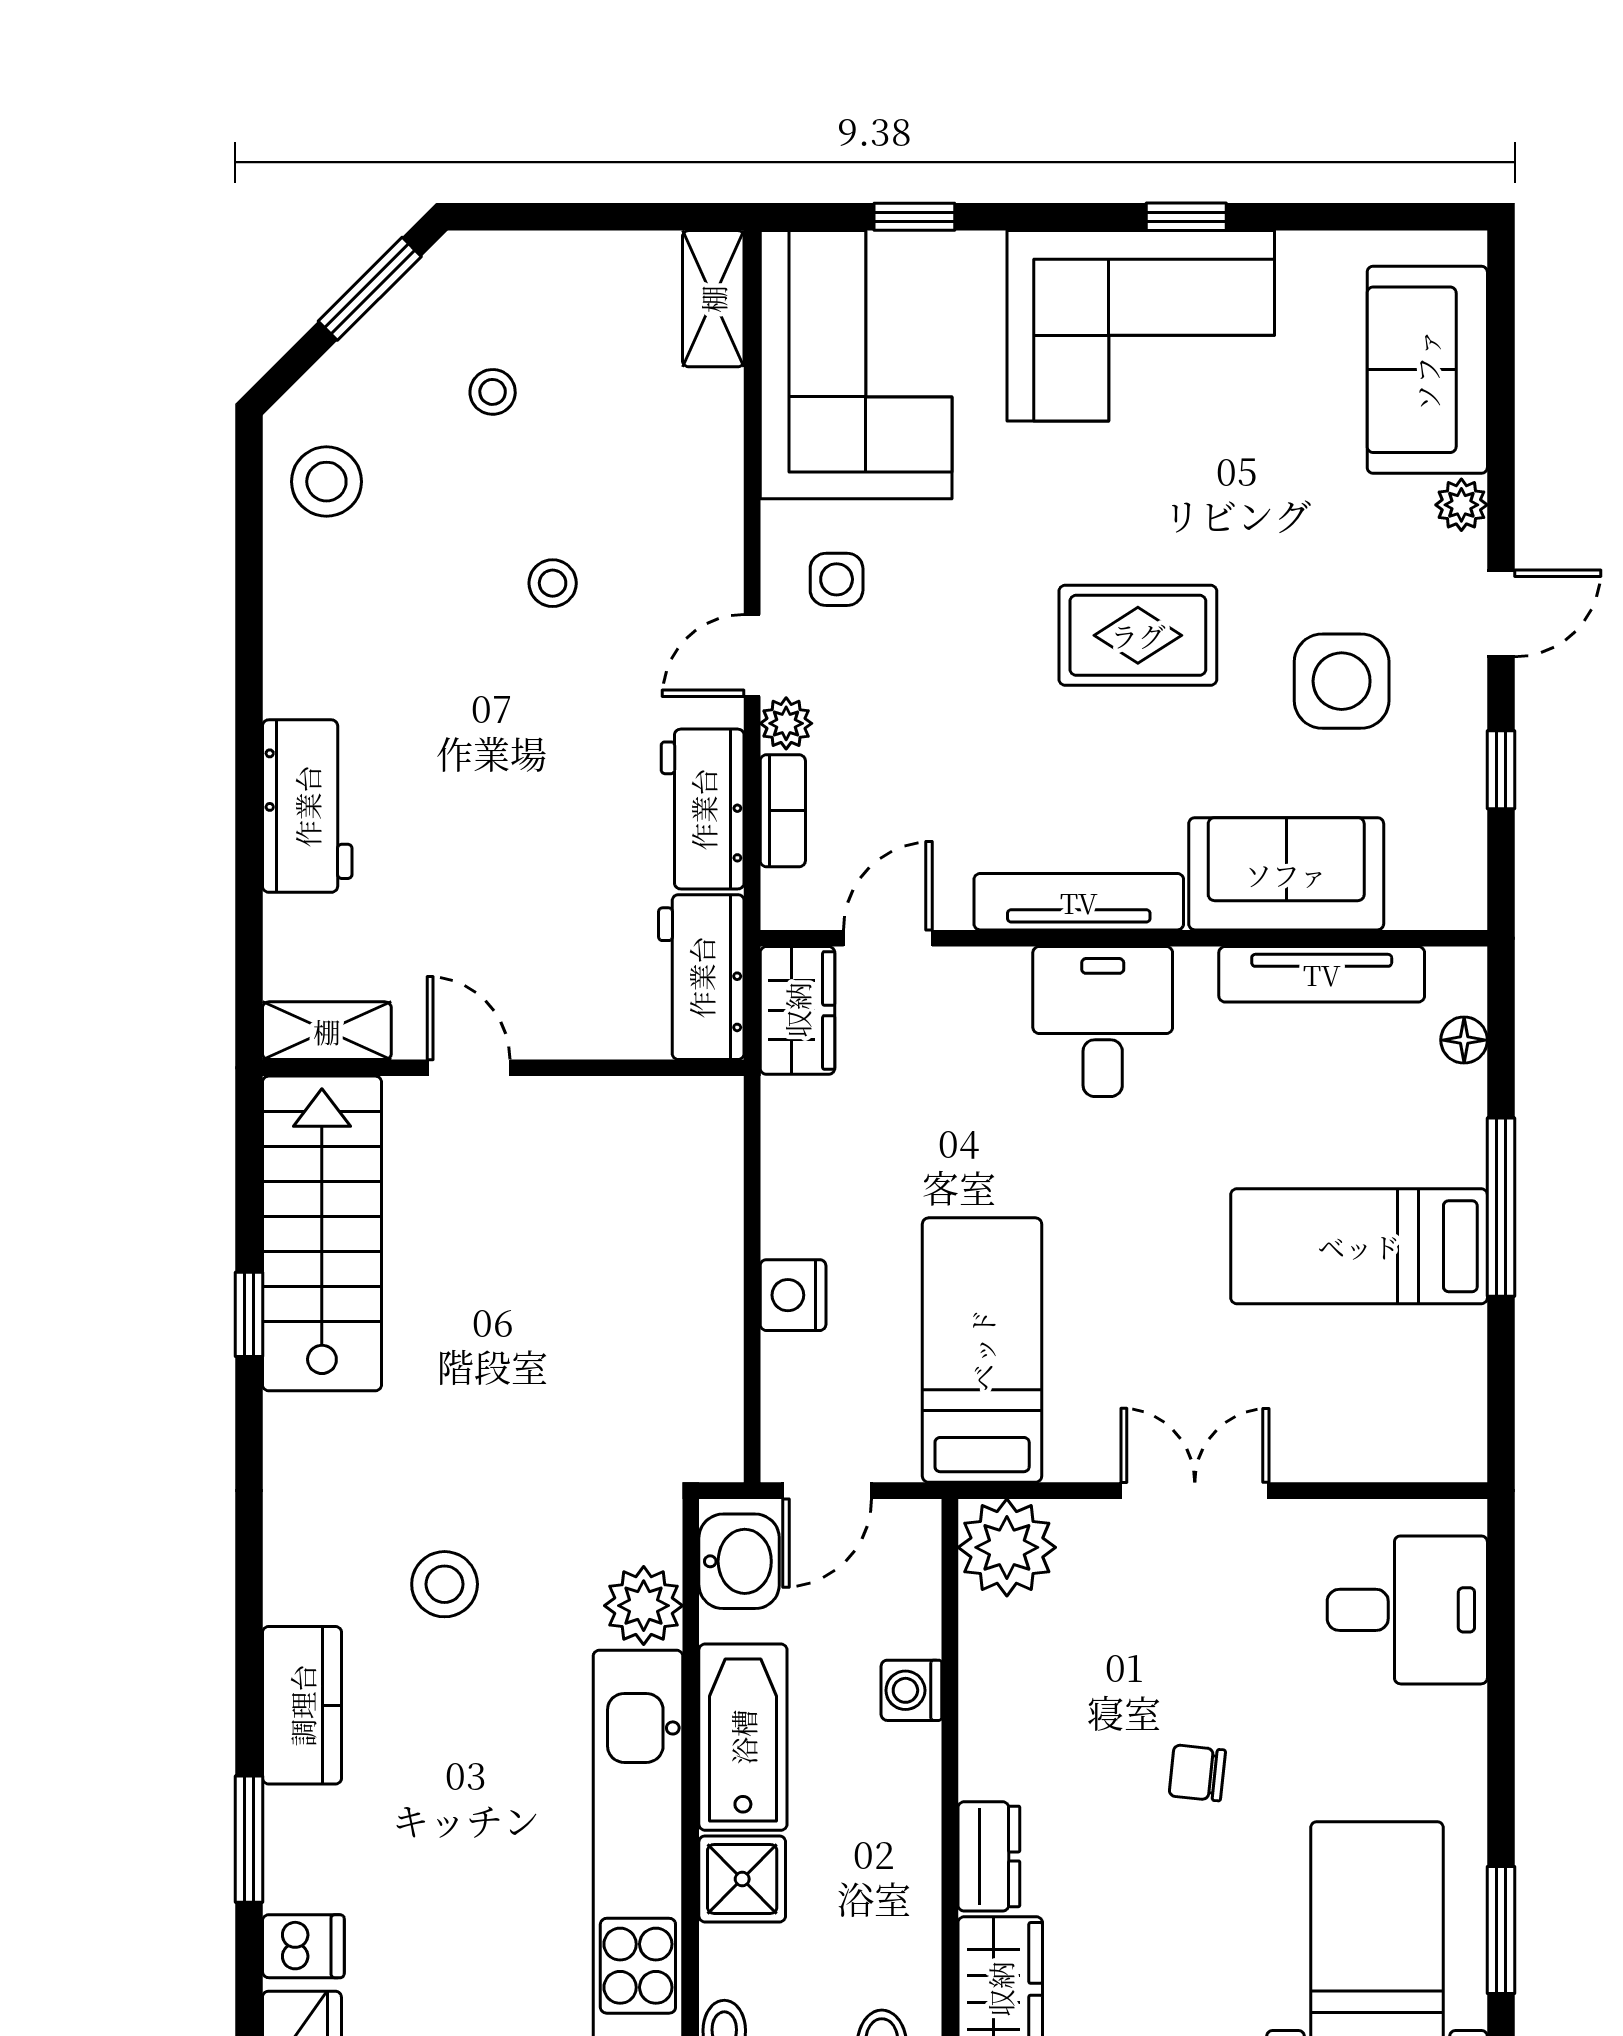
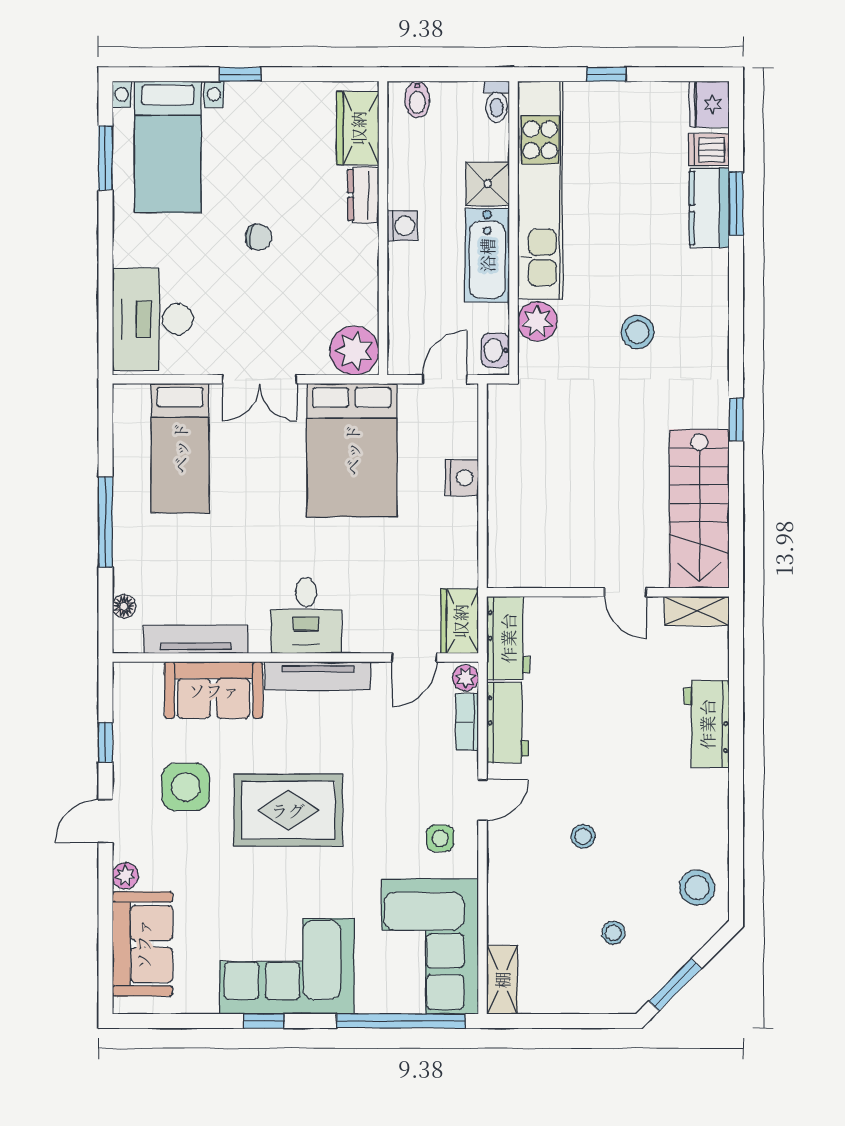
window: (914, 217) -> (401, 1021), width x3.17
rug: (1138, 635) -> (288, 810), width x1.36, depth x1.43
plant: (786, 723) -> (466, 678), moved
bed: (1359, 1246) -> (180, 448), moved, turned 90
window: (249, 1314) -> (736, 420), moved
bed: (982, 1350) -> (352, 450), width x1.50
washbasin: (739, 1561) -> (495, 350), width x0.72, depth x0.69
desk: (1407, 1610) -> (153, 319), width x1.37
washing machine: (911, 1690) -> (402, 226), moved
kitchen counter: (302, 1705) -> (709, 208), moved

